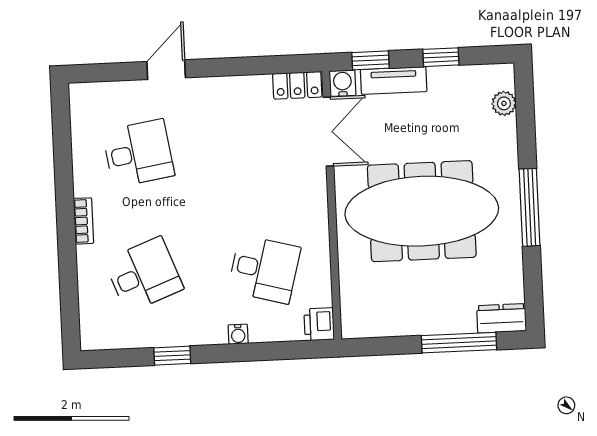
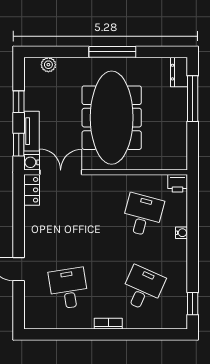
desk: (144, 275) -> (143, 288), turned 45
window: (172, 356) -> (193, 304), moved

